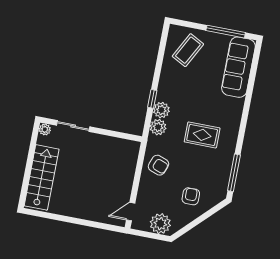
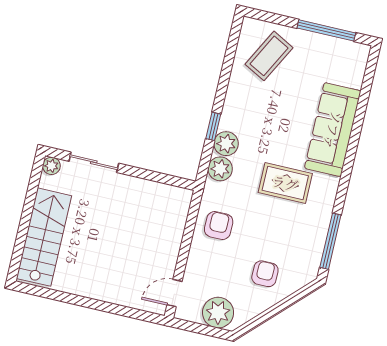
sofa: (238, 67) -> (333, 130), moved
armchair: (158, 165) -> (219, 225), turned -110

